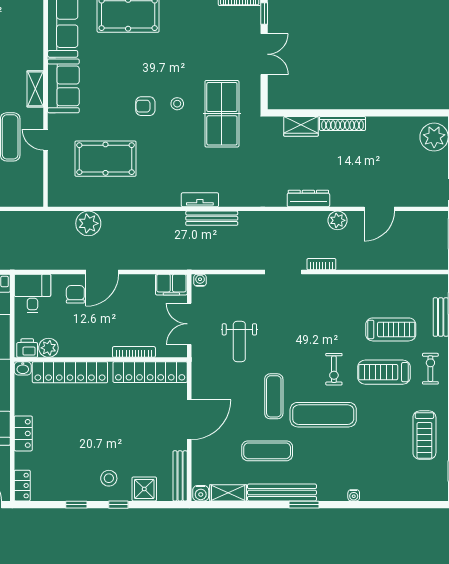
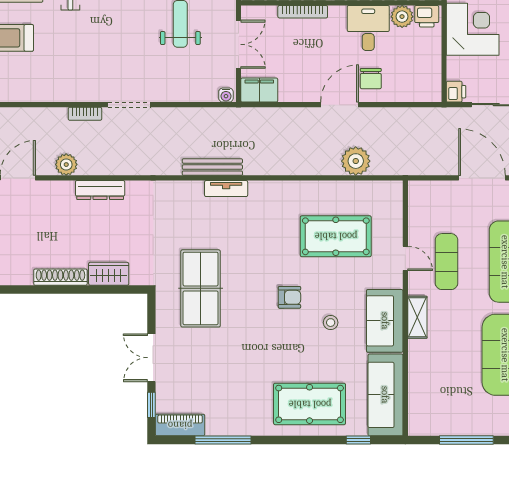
stool: (177, 104) -> (331, 323), moved
desk: (32, 294) -> (368, 28), moved, turned 180

